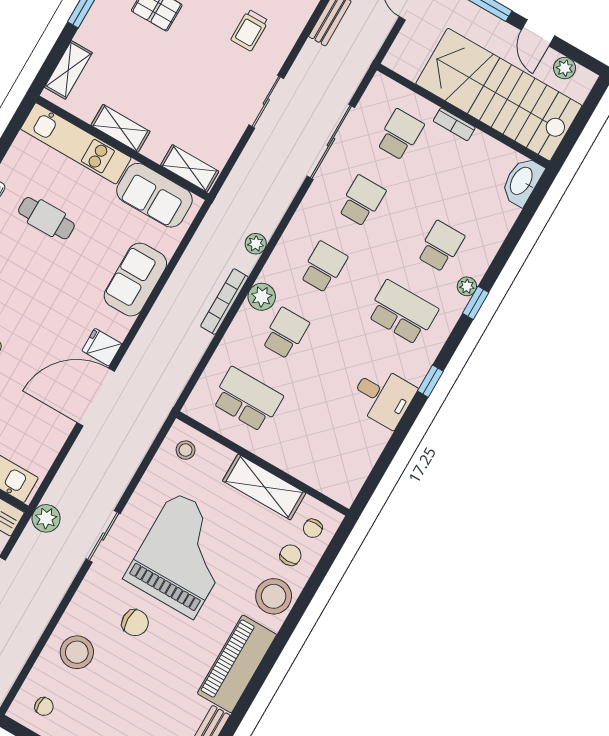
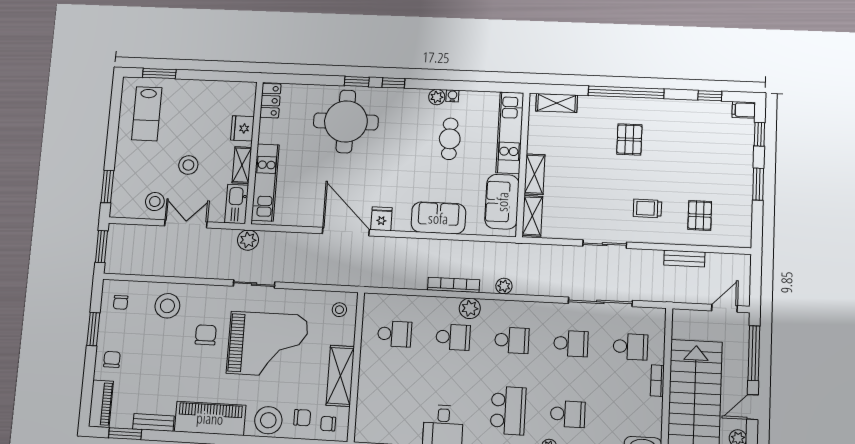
shelving: (121, 128) -> (535, 174), moved
school desk: (247, 399) -> (395, 334), width x0.54
chair: (135, 623) -> (206, 335), turned 180

